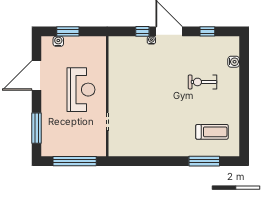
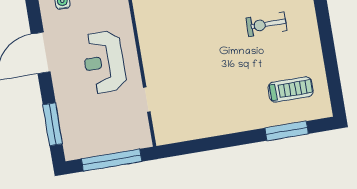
reception desk: (81, 90) -> (104, 62), turned 180

